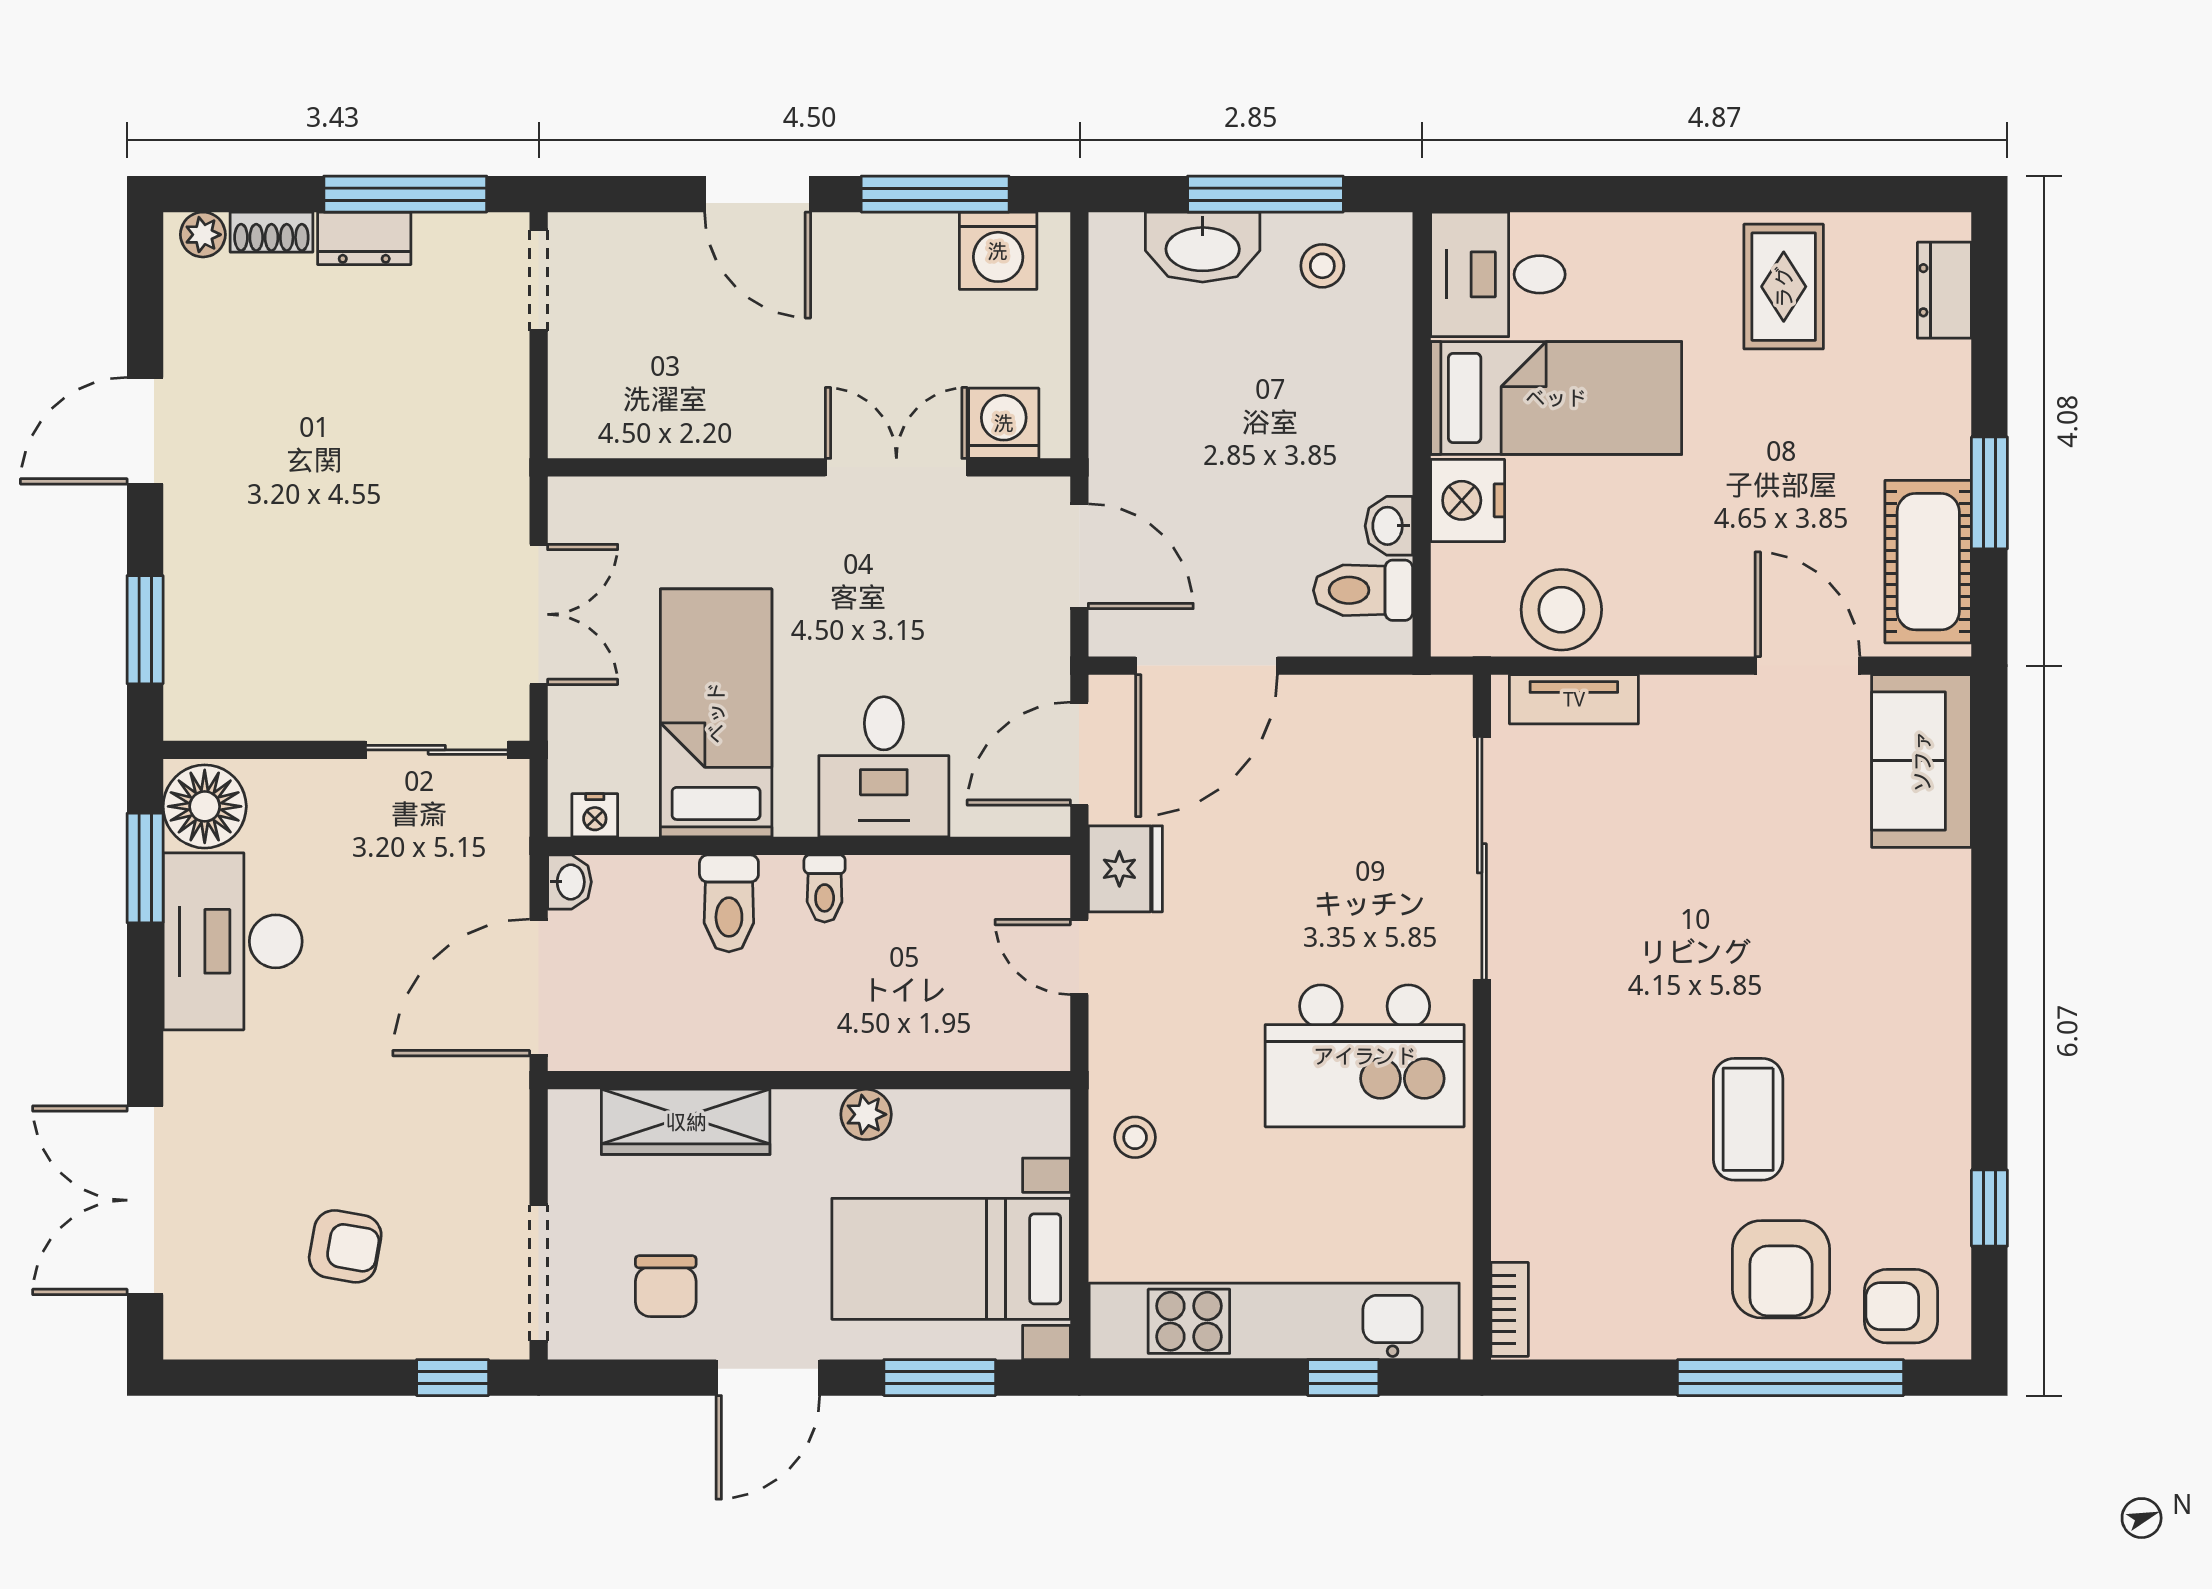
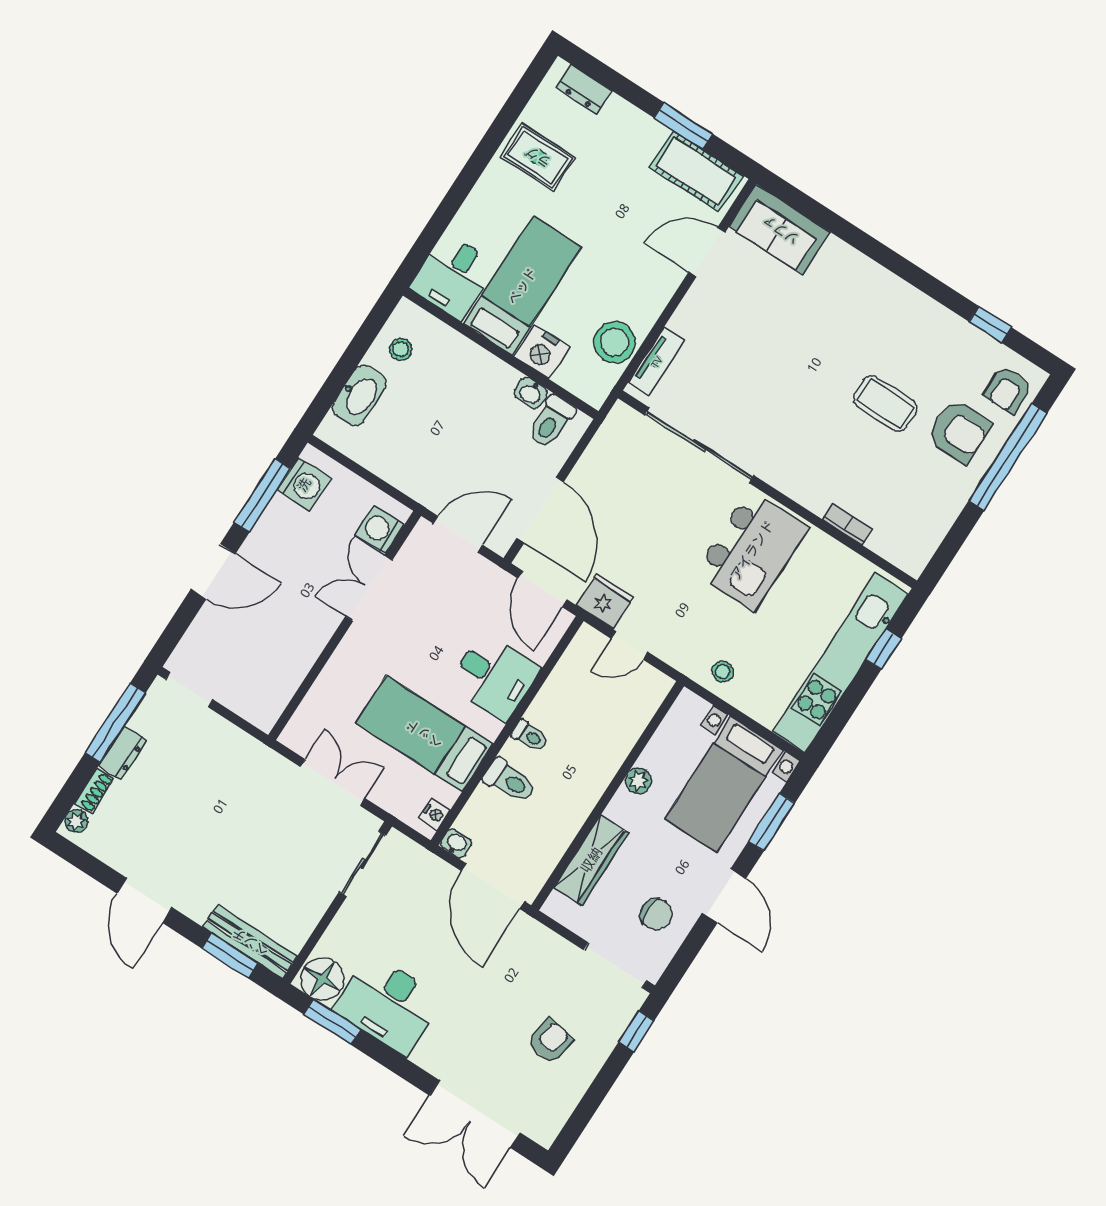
window: (1265, 194) -> (354, 354), removed
bench: (189, 648) -> (250, 942), added
bookcase: (1510, 1309) -> (848, 524), moved

